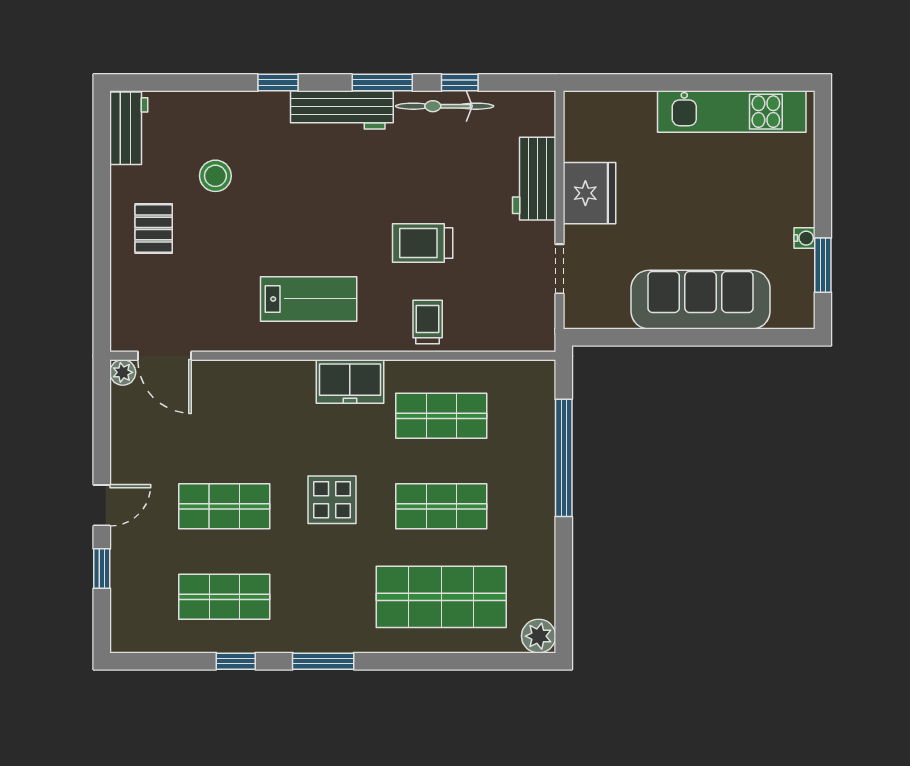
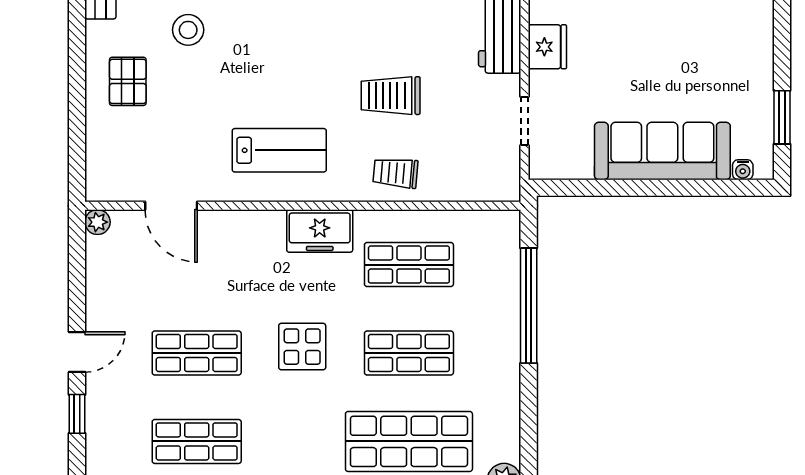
fridge: (590, 193) -> (547, 47), width x0.73, depth x0.75
water cooler: (804, 238) -> (743, 170), moved, turned 90
trolley: (428, 322) -> (395, 173), turned -85
door: (165, 356) -> (171, 206), moved

